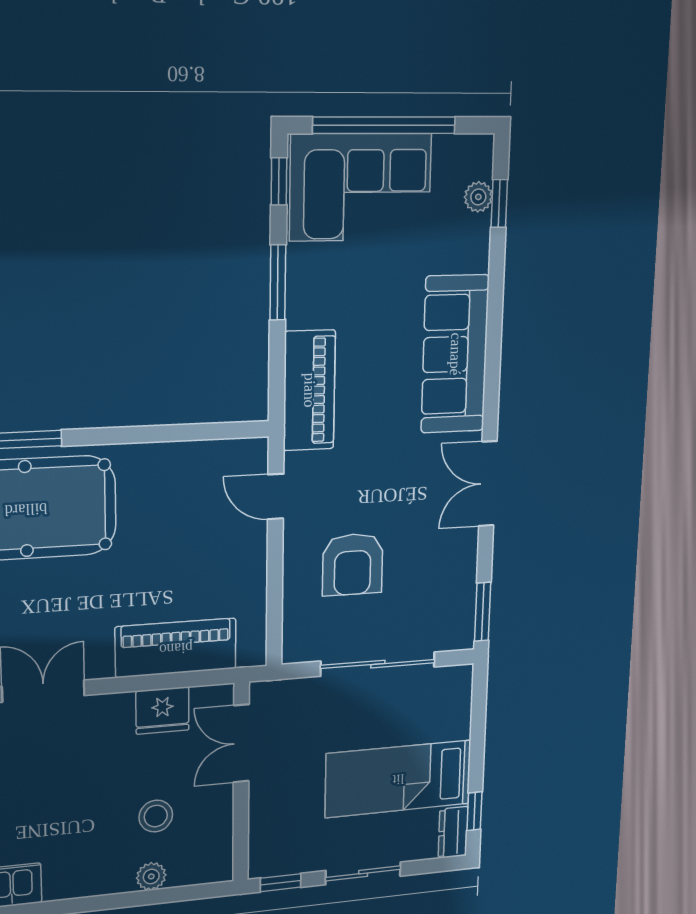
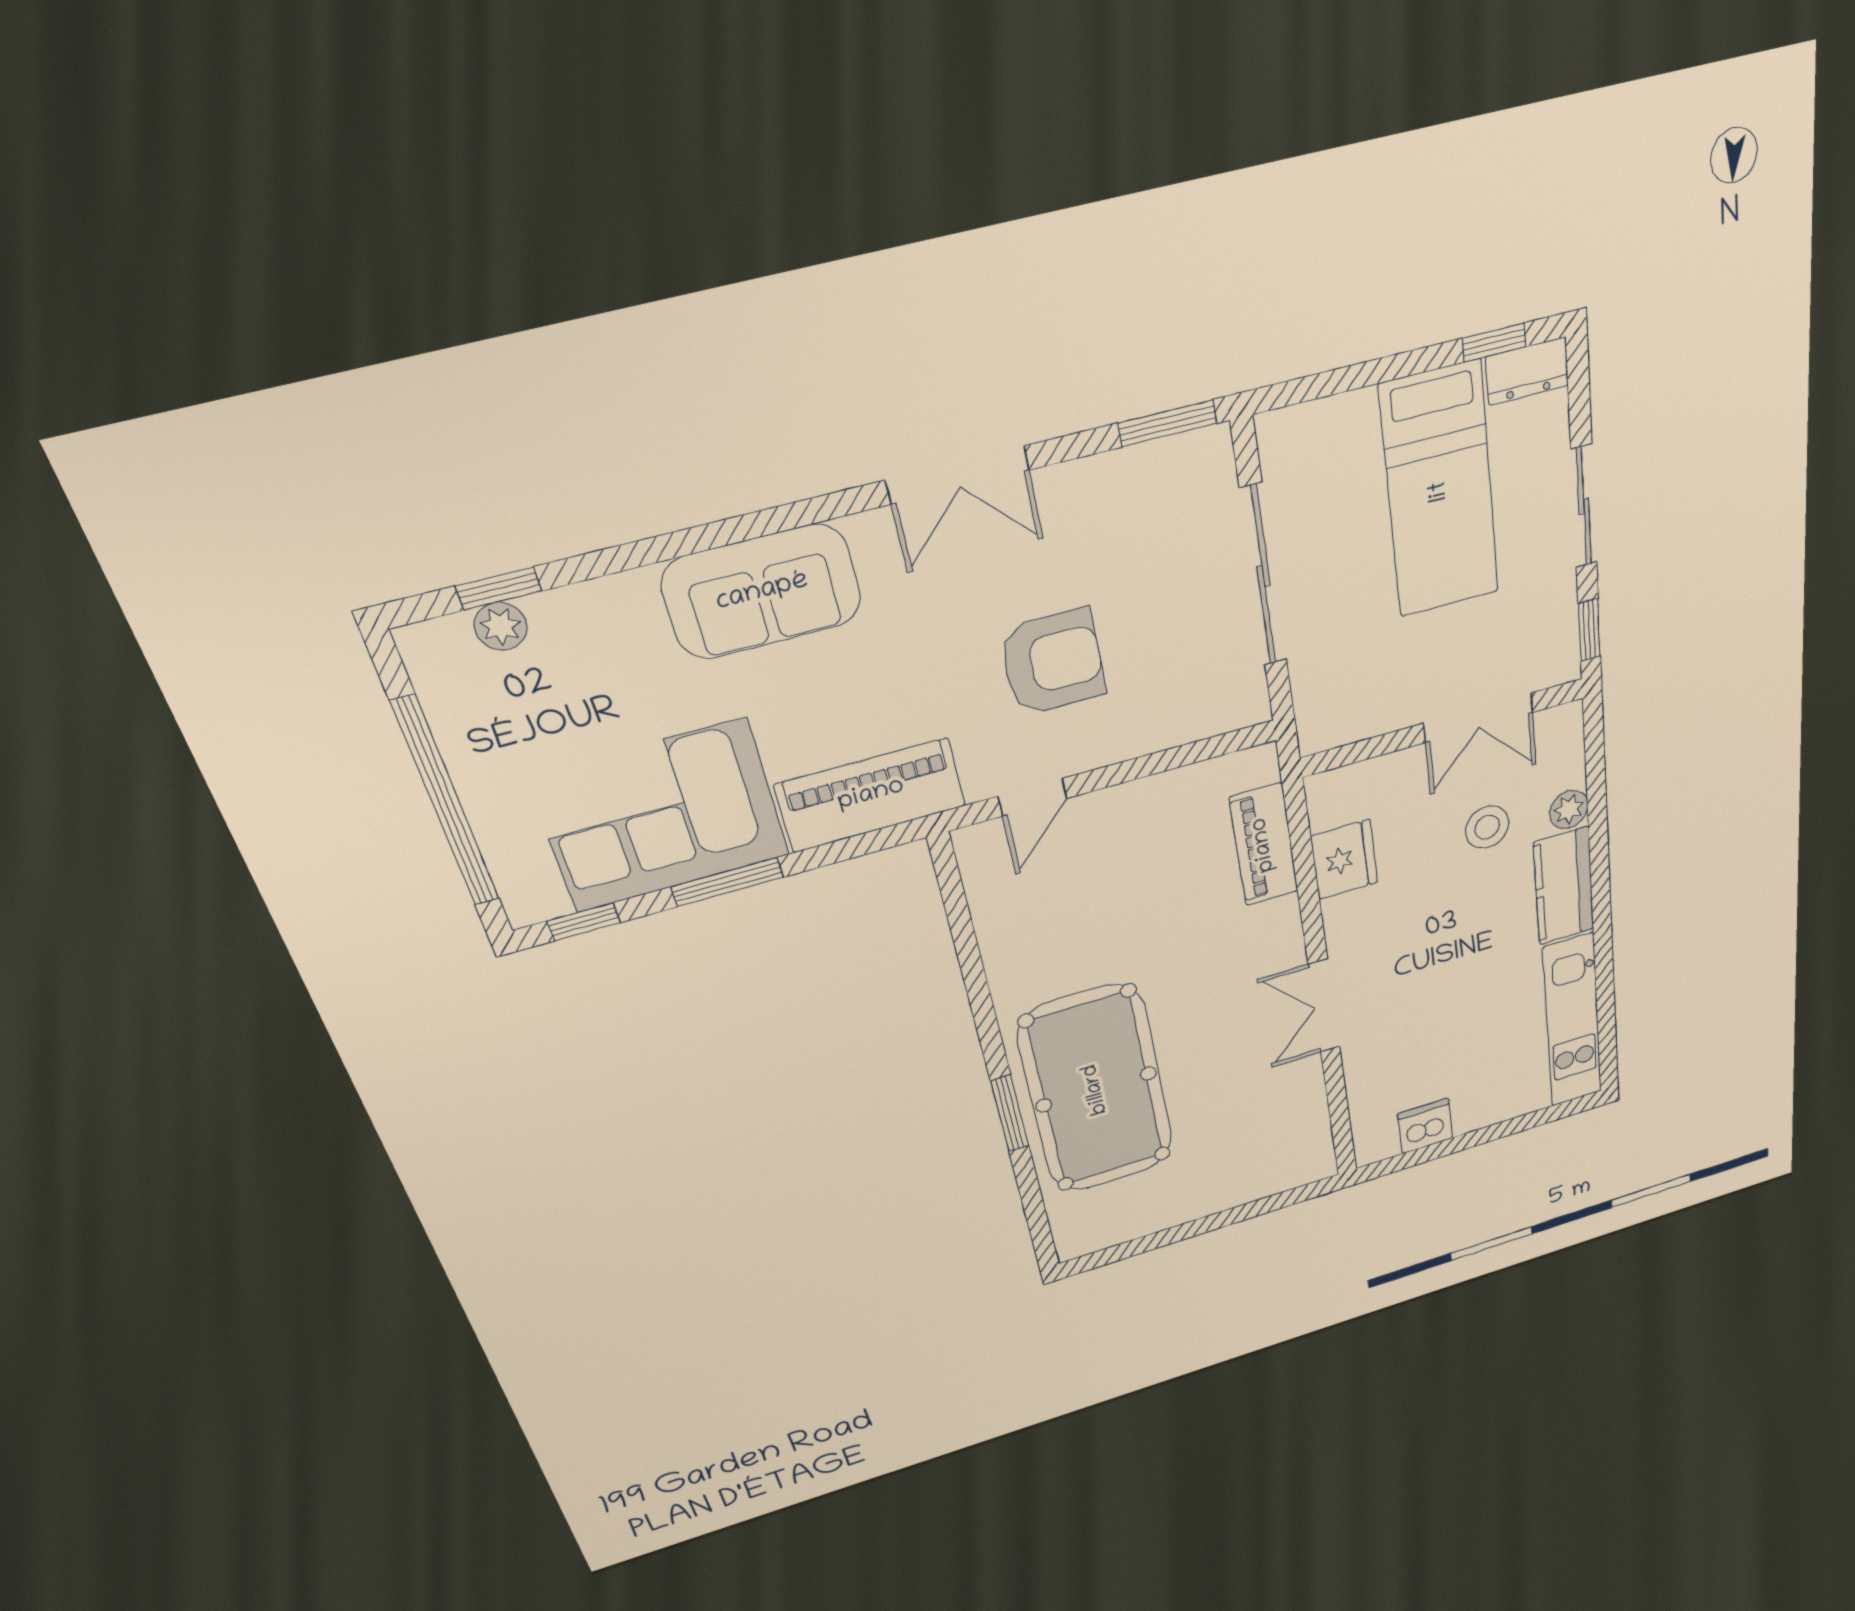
corner sofa: (361, 187) -> (661, 816), moved, turned -90
sofa: (455, 354) -> (762, 592), width x0.73
armchair: (353, 564) -> (1053, 662), moved
piano: (176, 648) -> (1264, 845), width x0.73, depth x0.75
double door: (241, 743) -> (1478, 718), moved
kitchen counter: (89, 877) -> (1564, 886), added

